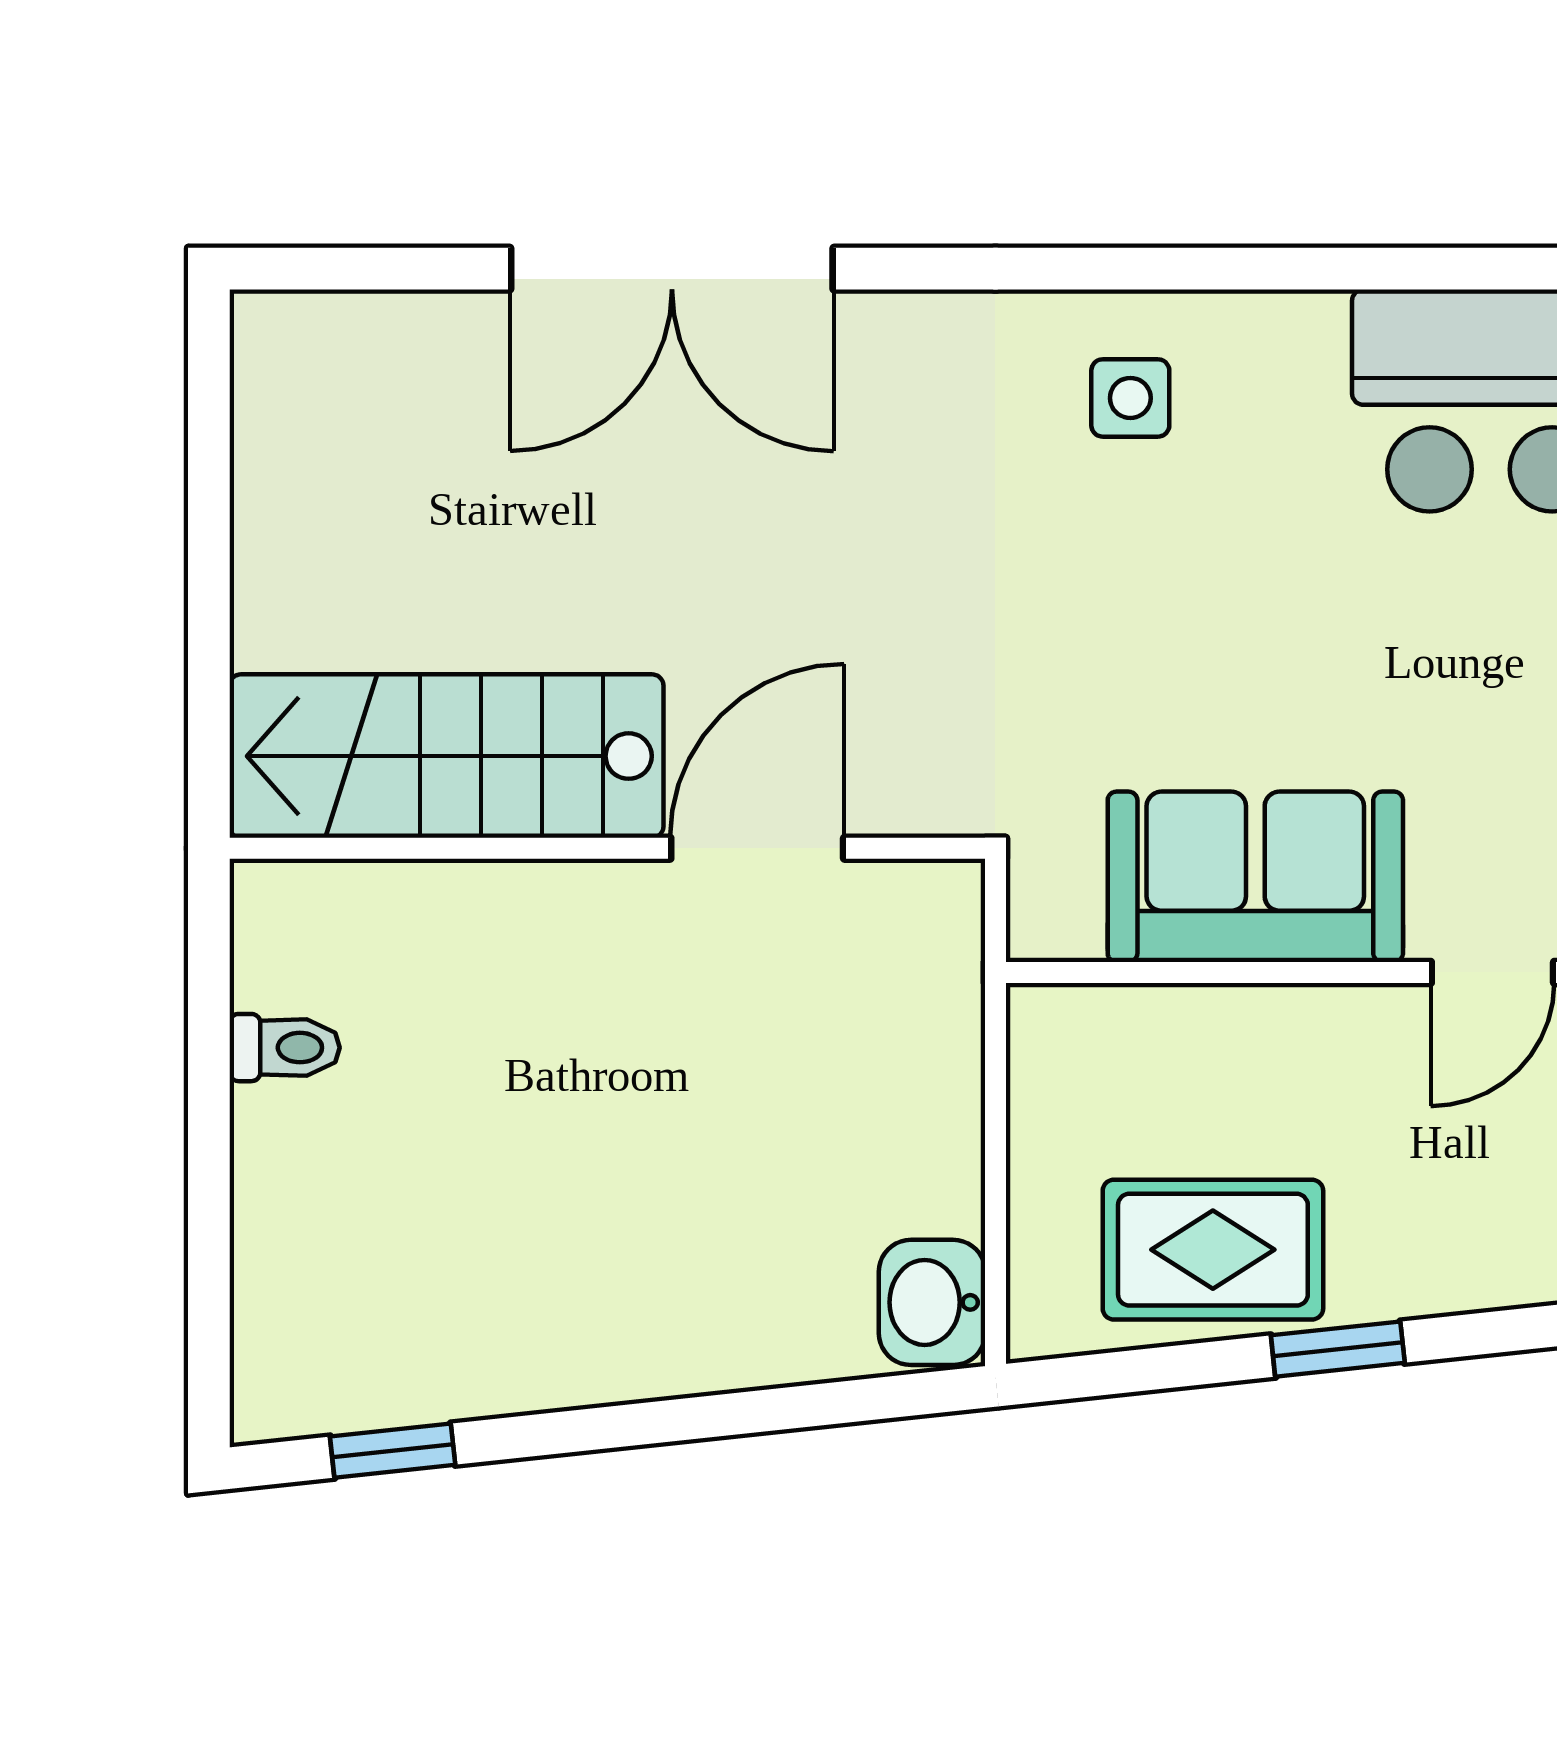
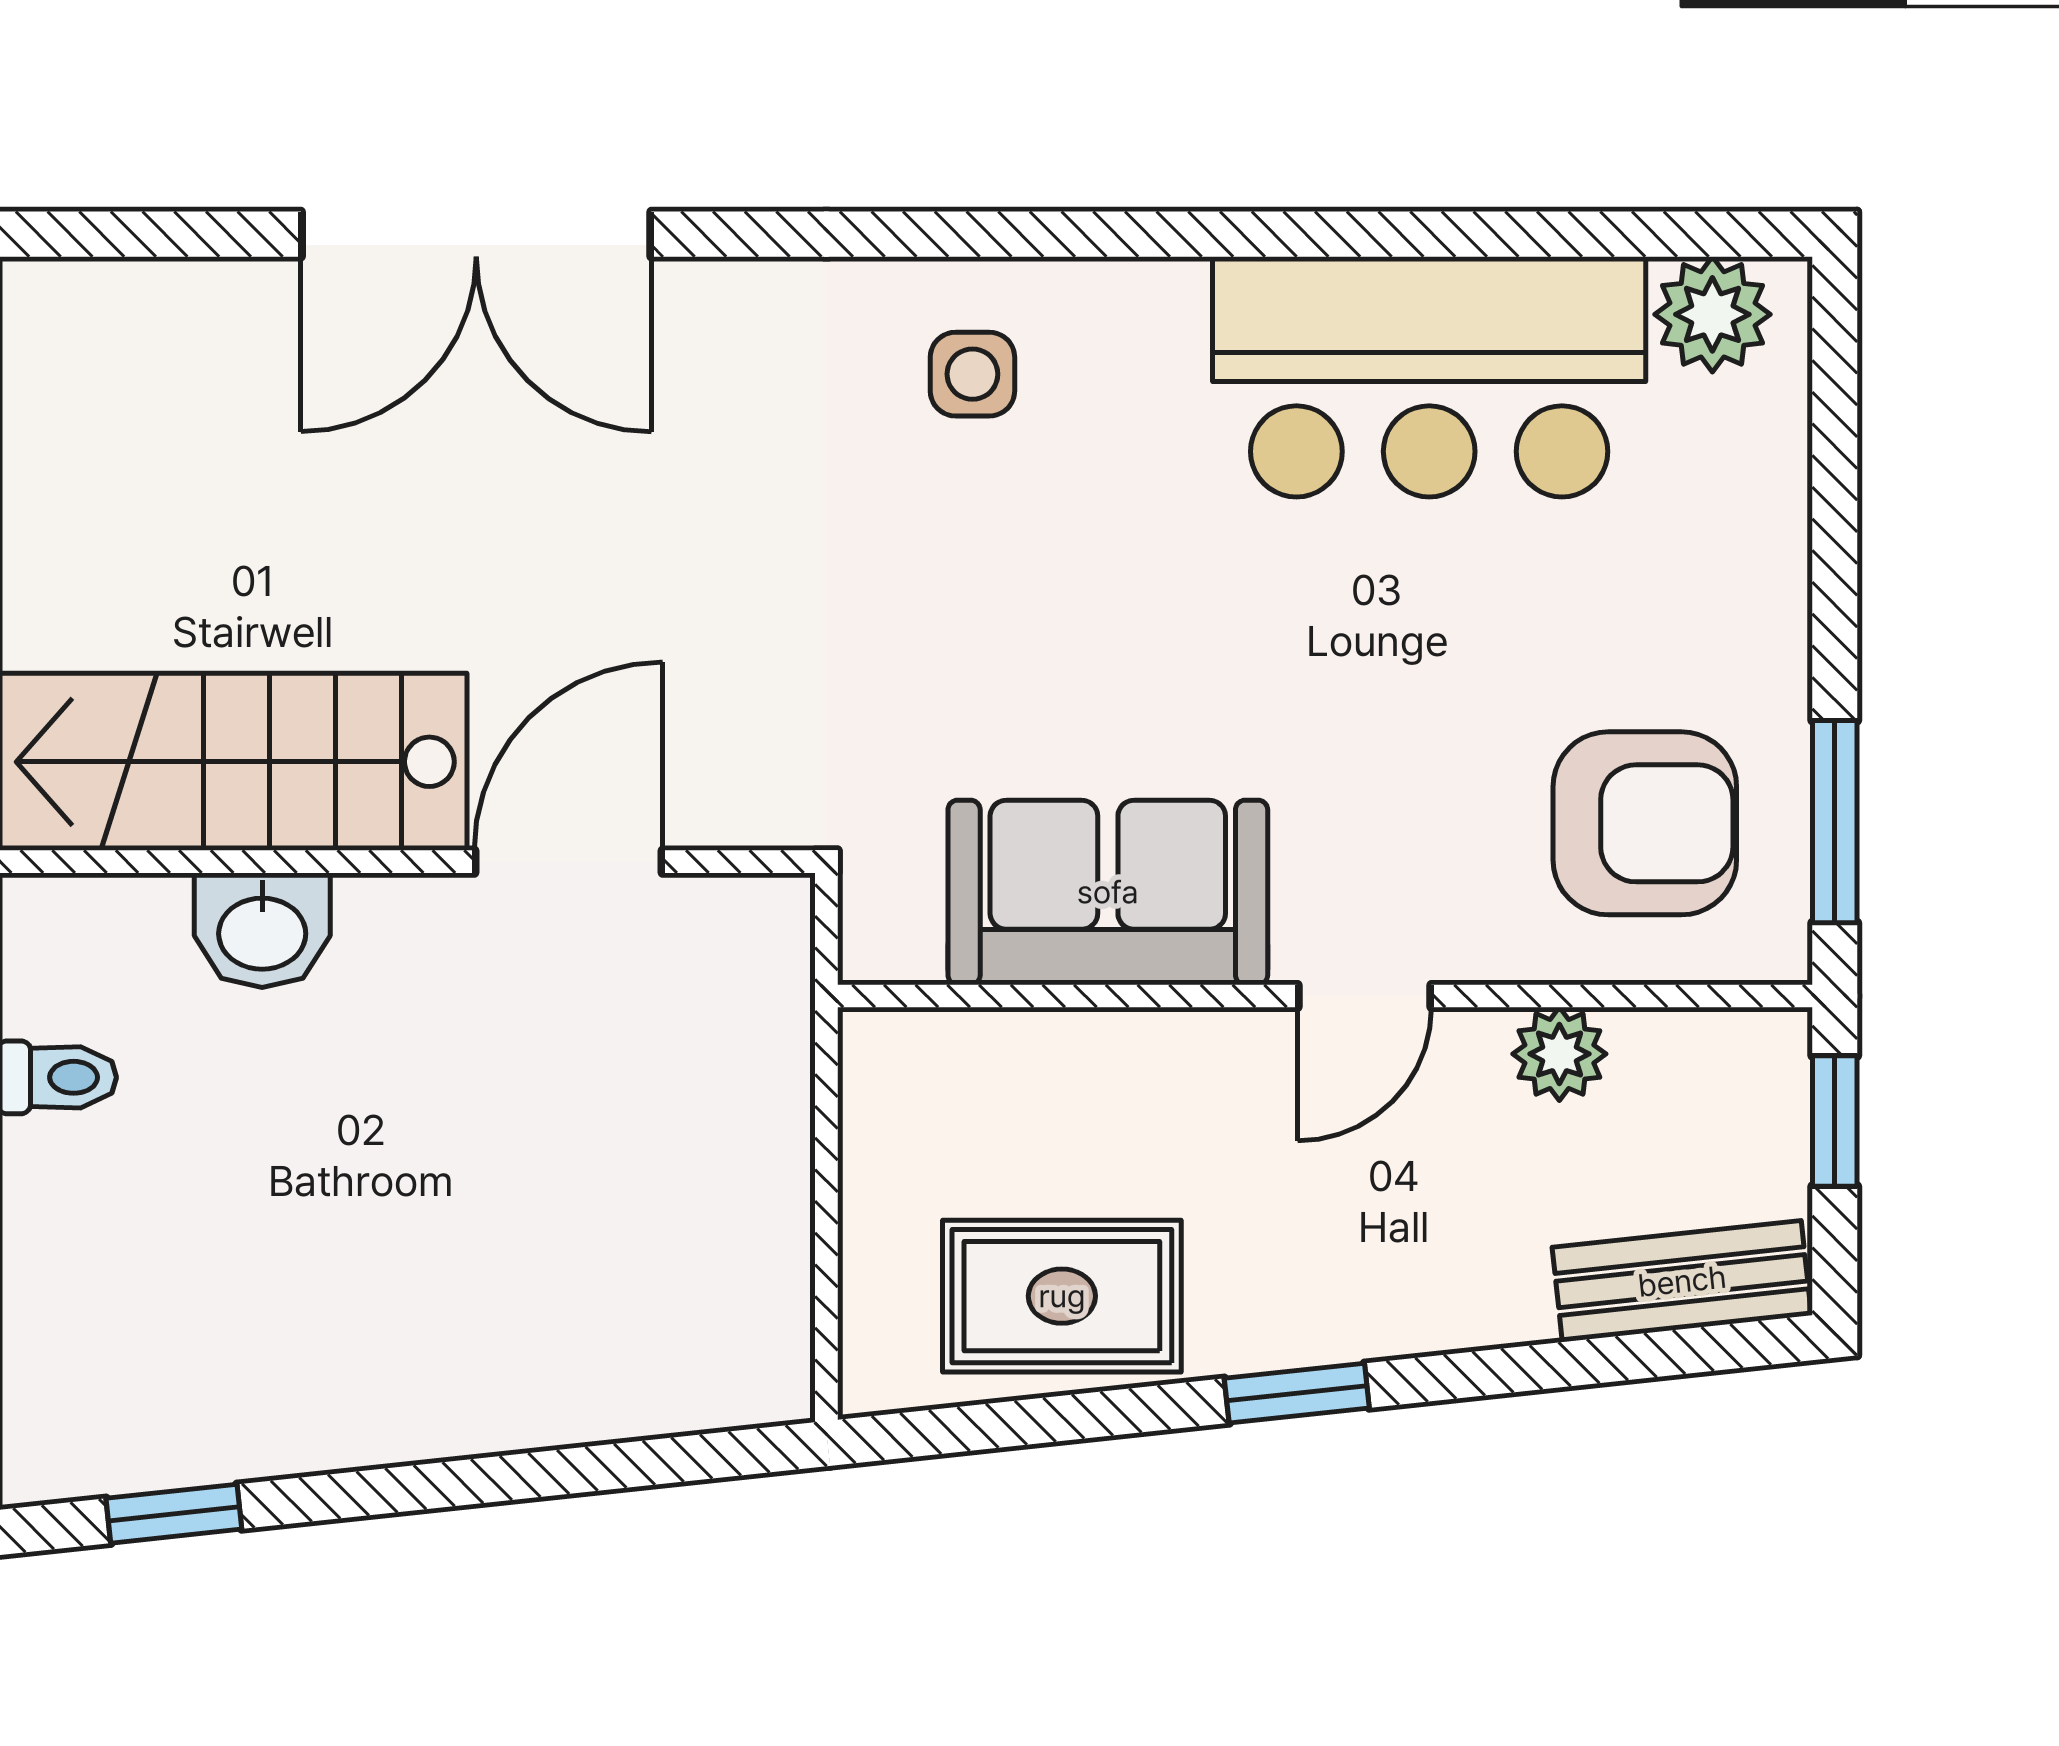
washbasin: (932, 1302) -> (262, 930), moved, turned -90
window: (1338, 1349) -> (1297, 1393), moved

